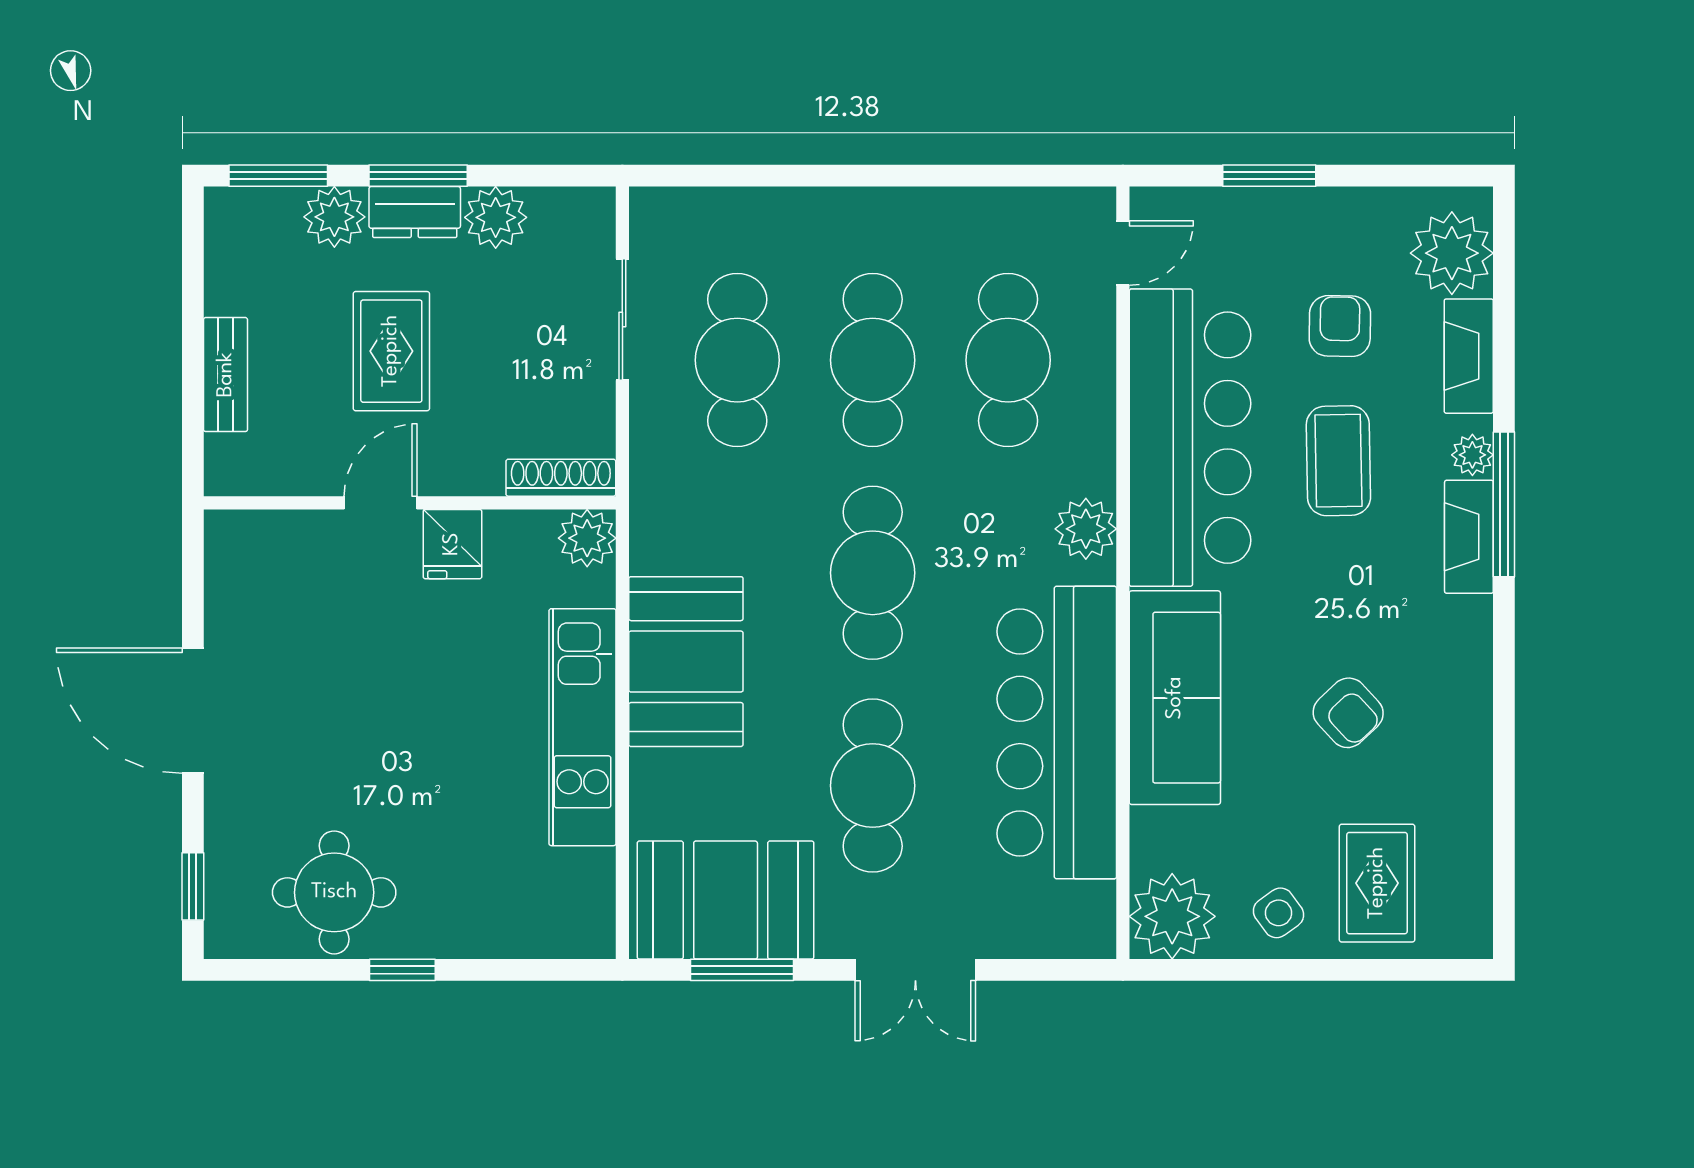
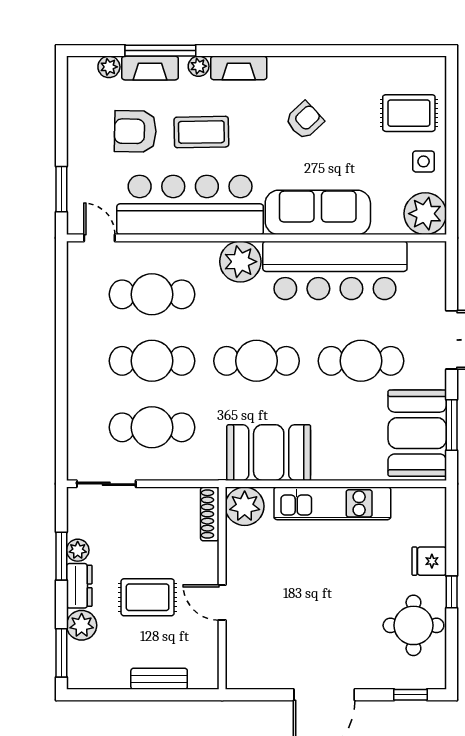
window: (418, 176) -> (61, 556), moved
window: (1269, 176) -> (61, 189), moved
plant: (496, 217) -> (78, 550), width x0.73, depth x0.73
plant: (1452, 253) -> (109, 67), width x0.53, depth x0.53
sliding door: (622, 320) -> (106, 484), moved
armchair: (1340, 326) -> (135, 131), width x1.38, depth x1.38
window: (1504, 504) -> (160, 51), moved
plant: (1086, 529) -> (240, 262), width x1.36, depth x1.36
plant: (587, 538) -> (245, 506), width x1.36, depth x1.36
fridge: (452, 544) -> (429, 561), moved, turned 180
booth: (686, 662) -> (269, 453), moved
armchair: (1348, 713) -> (304, 120), moved
side table: (1279, 913) -> (424, 161), turned 36

